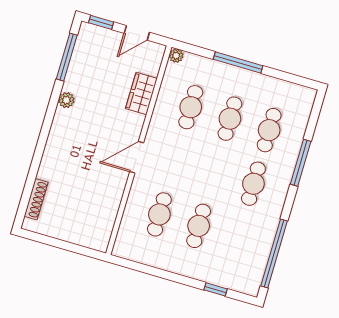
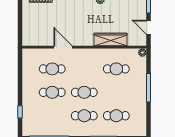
wardrobe: (141, 94) -> (110, 40), width x1.50
cafe table: (230, 119) -> (84, 92), moved
door: (137, 157) -> (63, 47), moved

